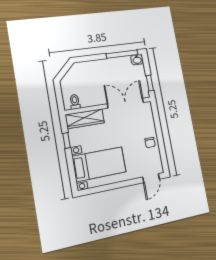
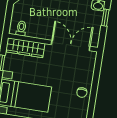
window: (150, 83) -> (105, 18), moved

